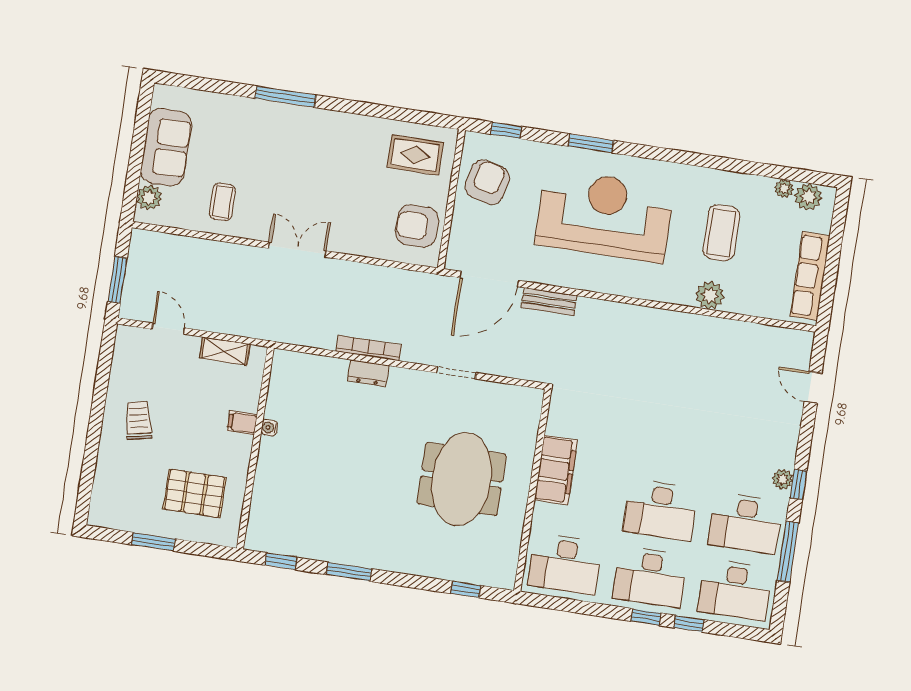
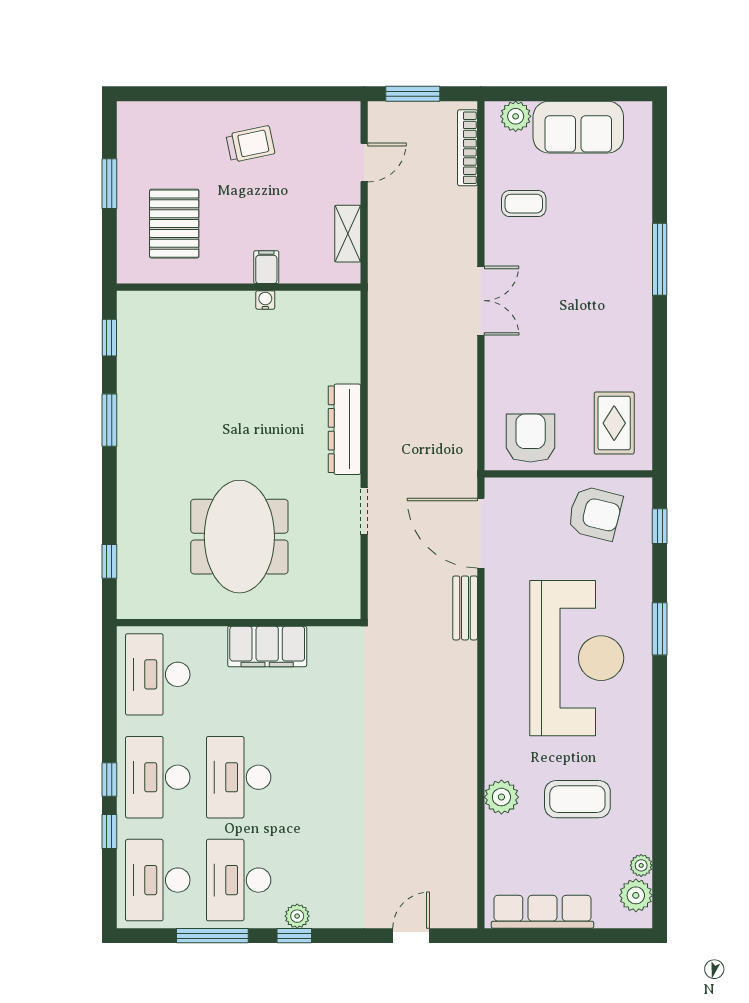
bookcase: (369, 348) -> (468, 148), moved, turned 180
dresser: (368, 373) -> (344, 429), width x1.96, depth x1.24
meeting table: (462, 479) -> (239, 537), turned 90

